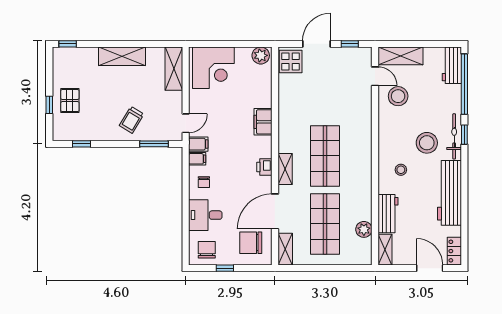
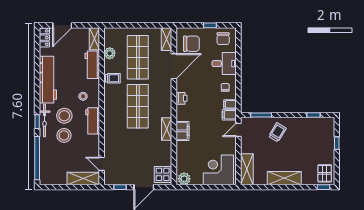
workbench: (452, 65) -> (93, 121), moved, turned 180
stool: (398, 96) -> (64, 135), moved
pallet: (70, 101) -> (325, 173), moved
shelving: (285, 169) -> (167, 129), moved
trolley: (360, 195) -> (113, 78), added
door: (430, 268) -> (62, 25), hinge flipped

